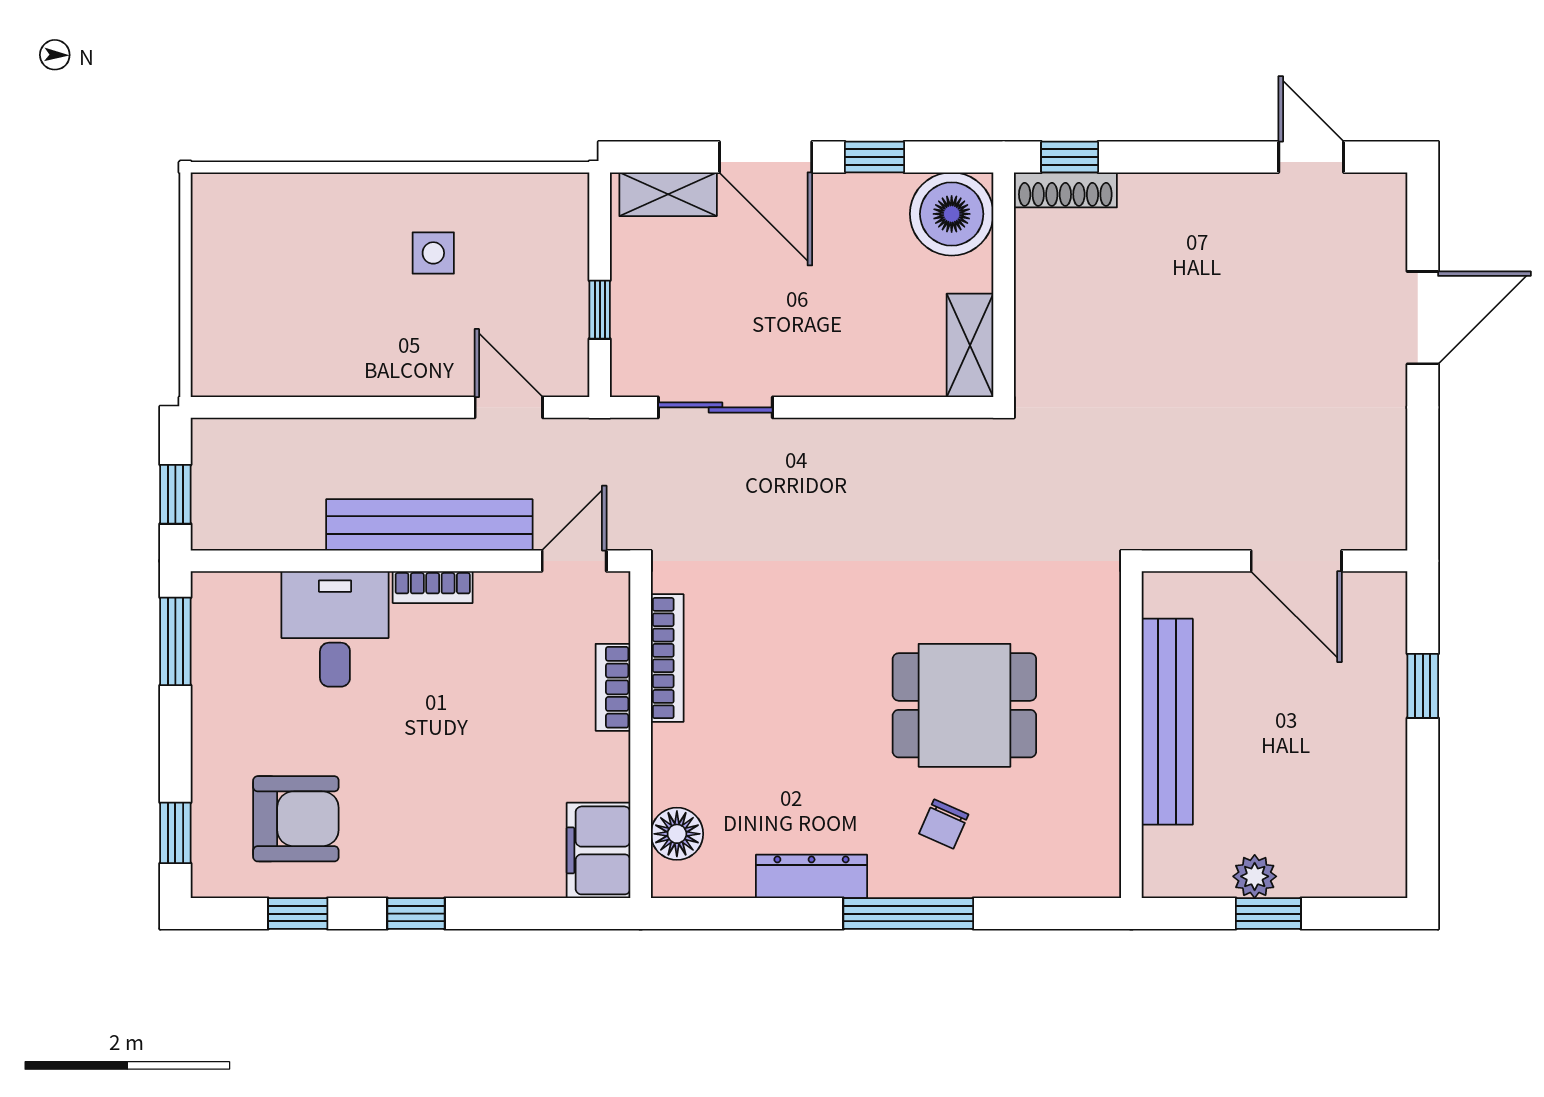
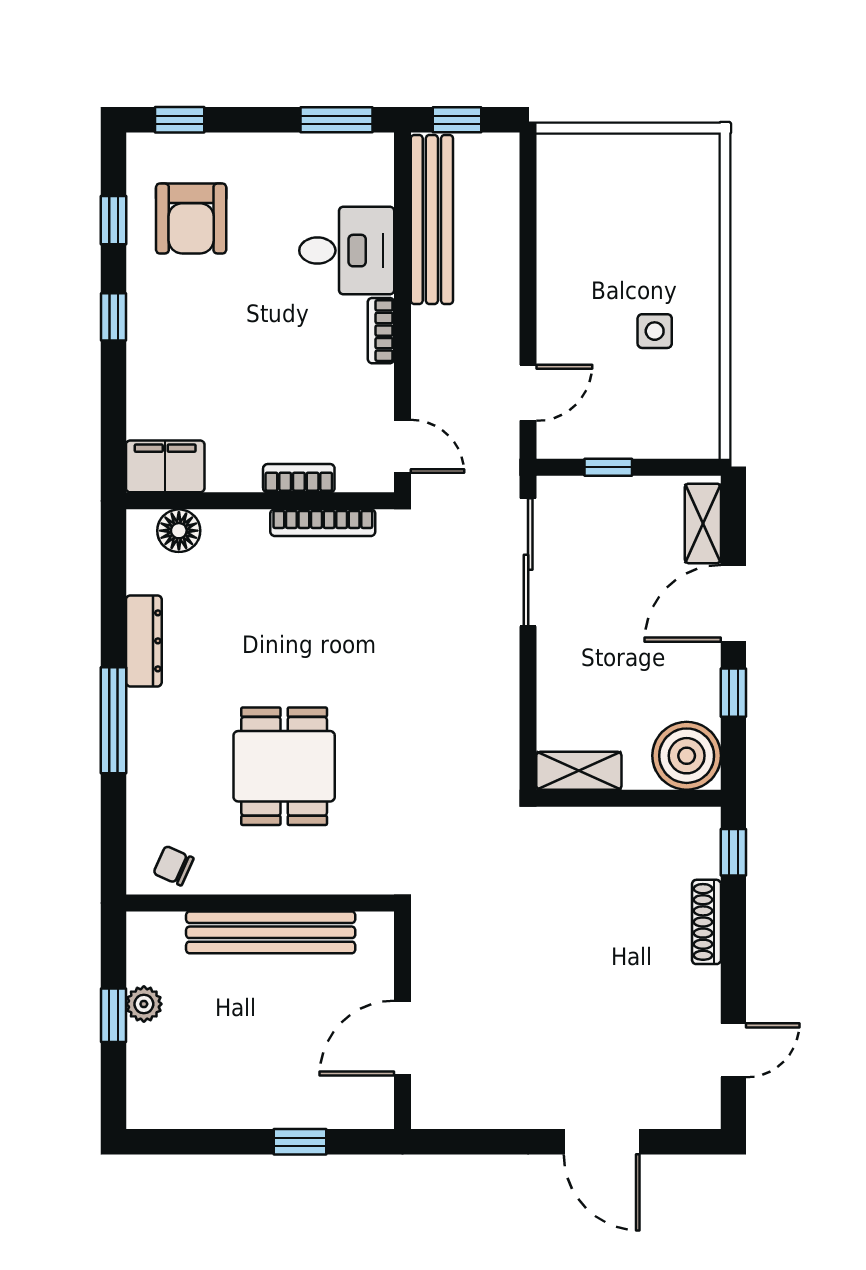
shoe rack: (1065, 190) -> (706, 922), moved
sliding door: (715, 407) -> (528, 562), width x1.37
bench: (429, 525) -> (432, 219), moved
chair: (944, 824) -> (173, 866), moved

